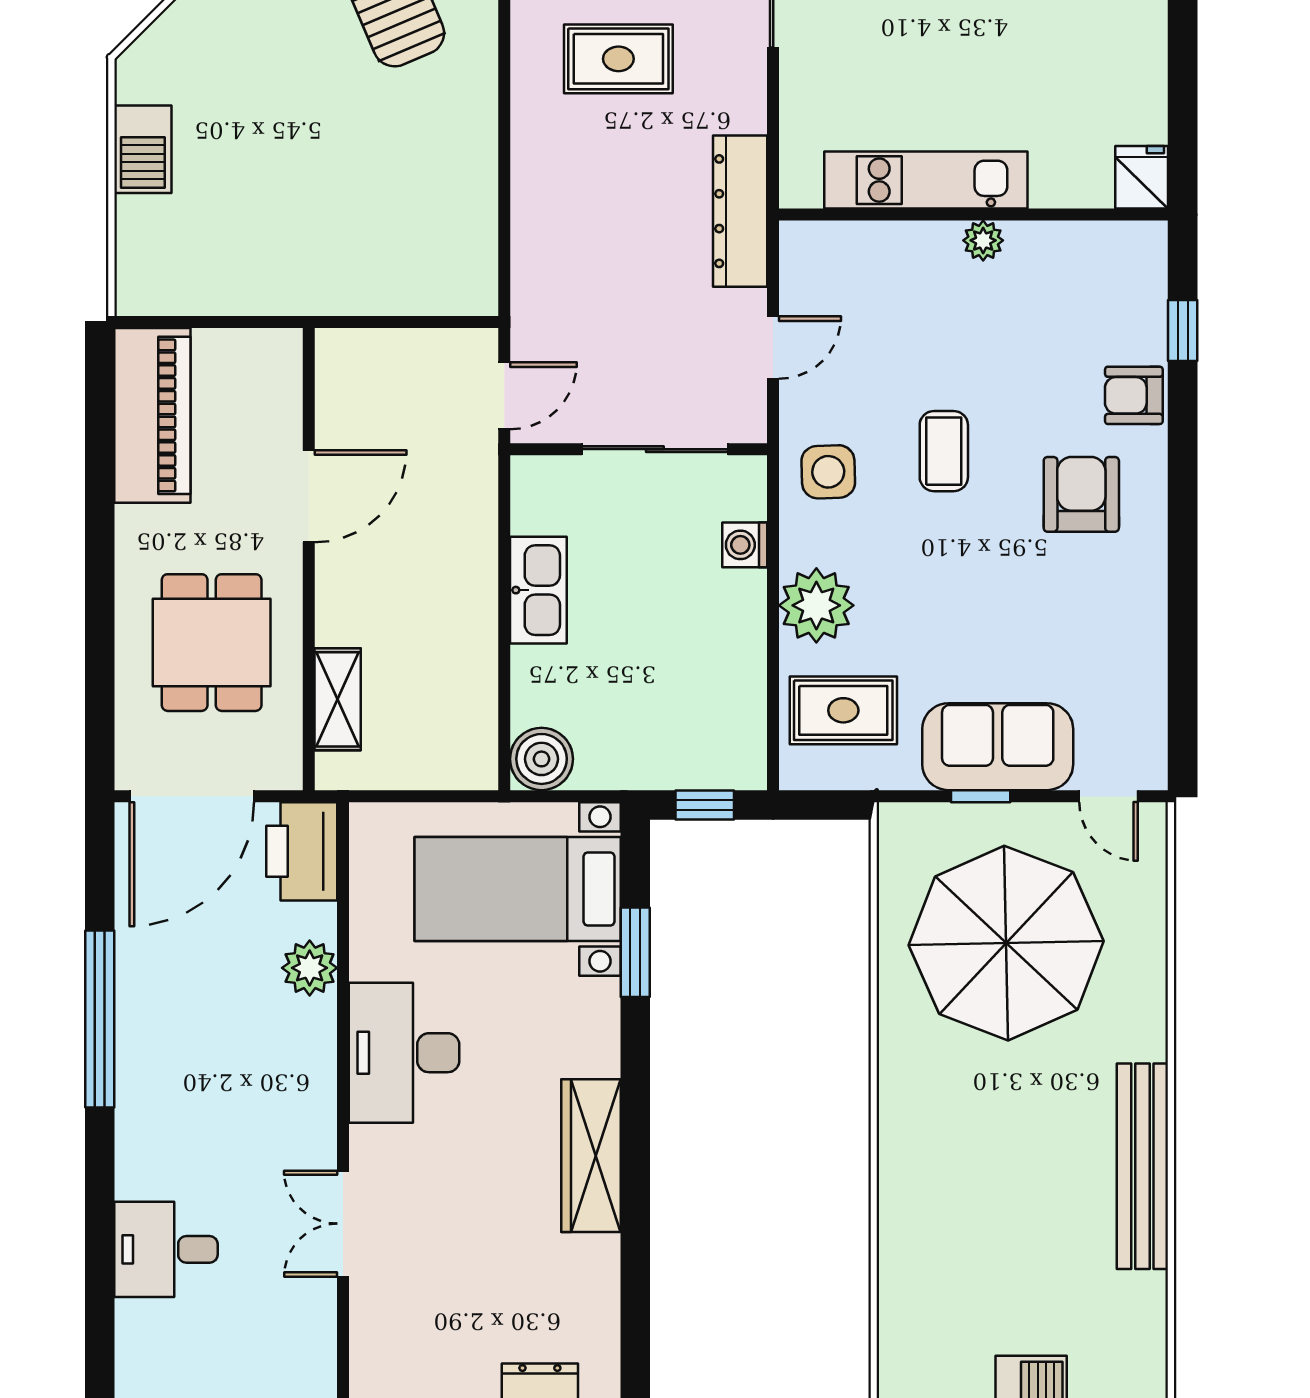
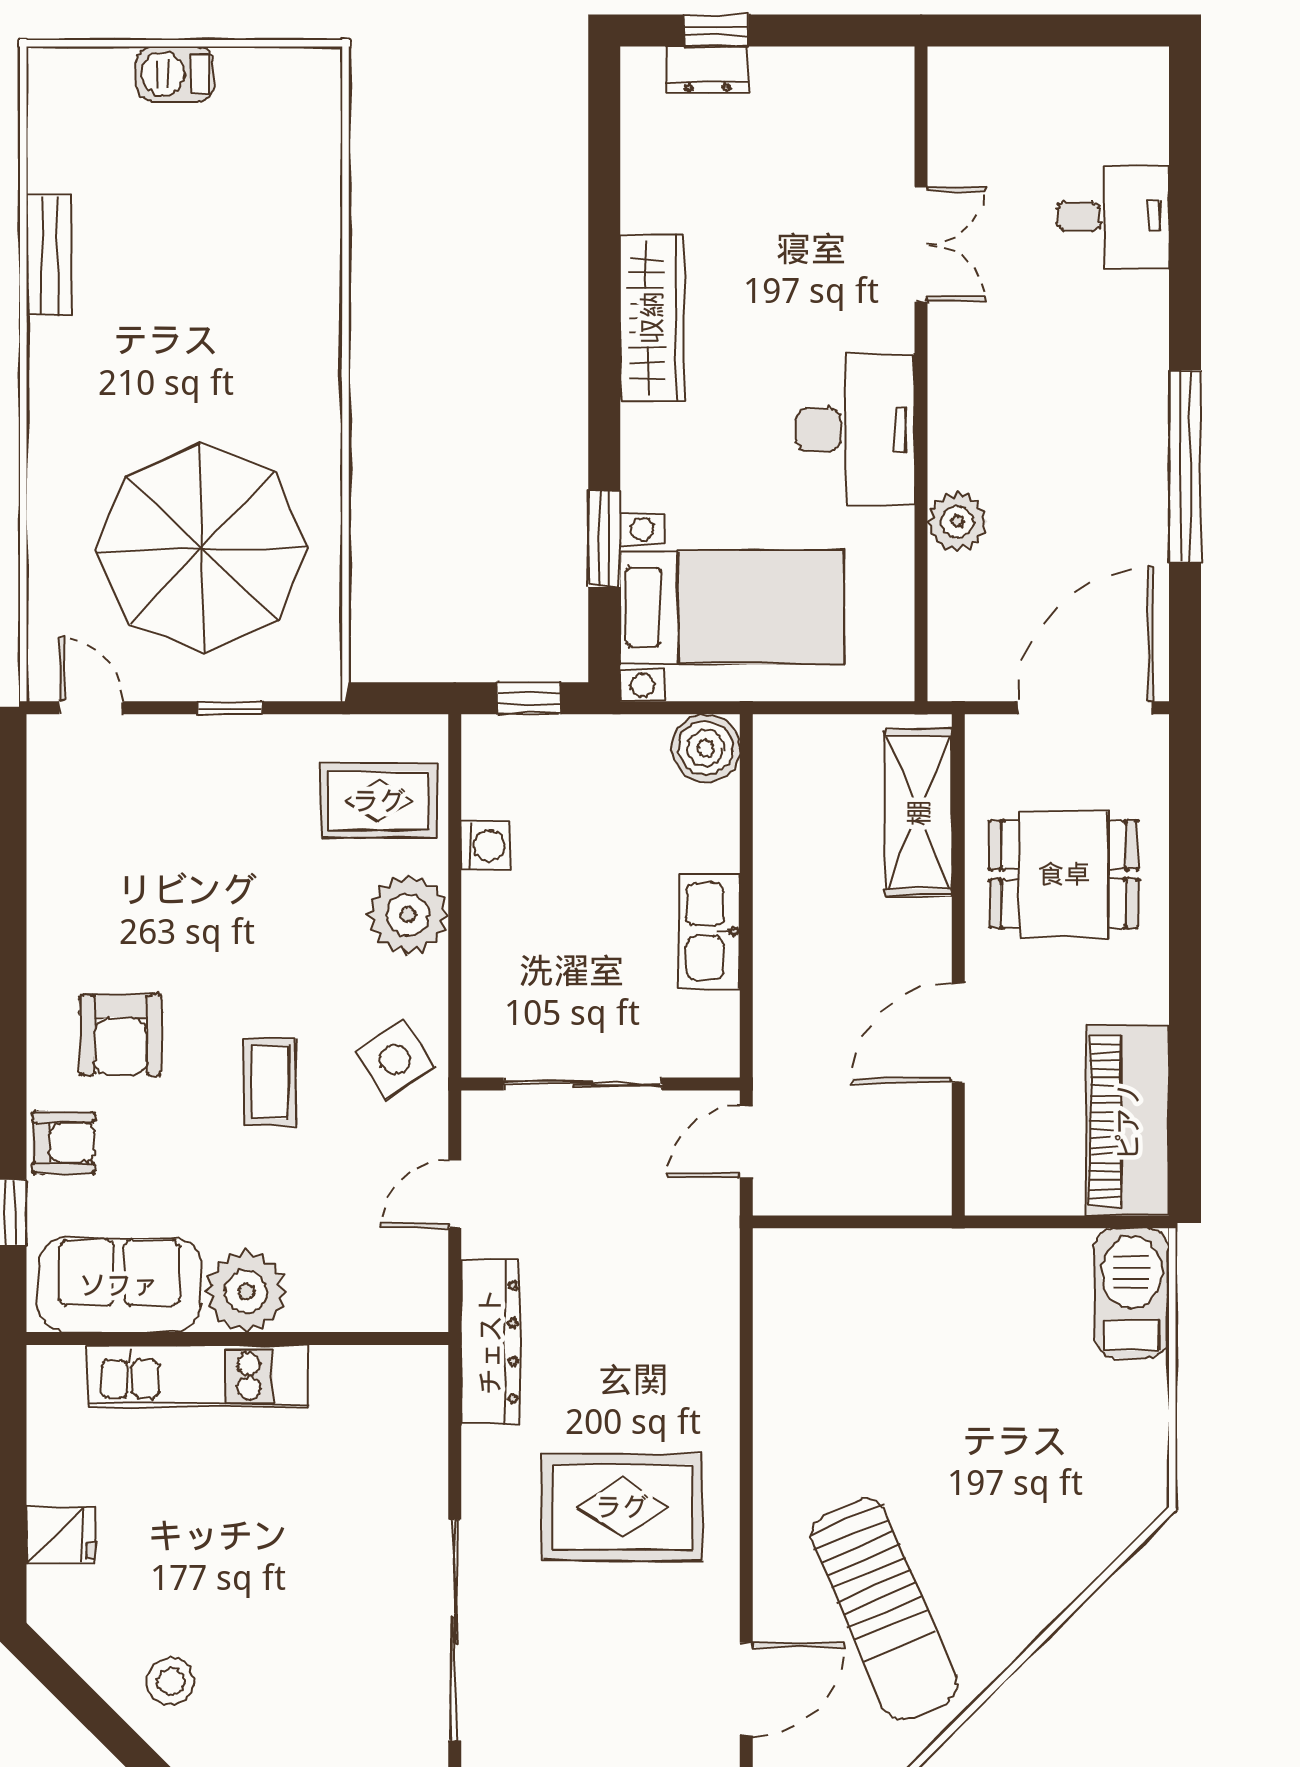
rug: (618, 59) -> (622, 1507), width x1.36, depth x1.43
barbecue: (143, 149) -> (1132, 1293), moved, width x1.37, depth x1.21
fridge: (1142, 177) -> (61, 1535), moved, turned -90
kitchen unit: (926, 180) -> (198, 1376), moved
plant: (983, 240) -> (246, 1291), width x1.88, depth x1.88
side table: (828, 472) -> (395, 1060), turned -32
washing machine: (745, 545) -> (485, 846), moved
dining table: (212, 643) -> (1064, 874), turned 90
shelving: (338, 699) -> (919, 813), width x1.50, depth x1.33
sofa: (998, 747) -> (119, 1285), moved, turned 180
printer: (302, 851) -> (966, 648), removed
bench: (1142, 1166) -> (49, 255), width x0.54, depth x0.82

